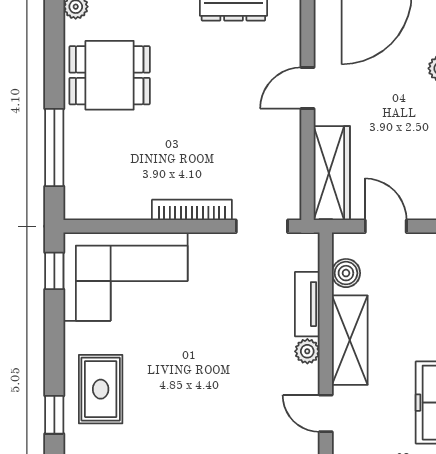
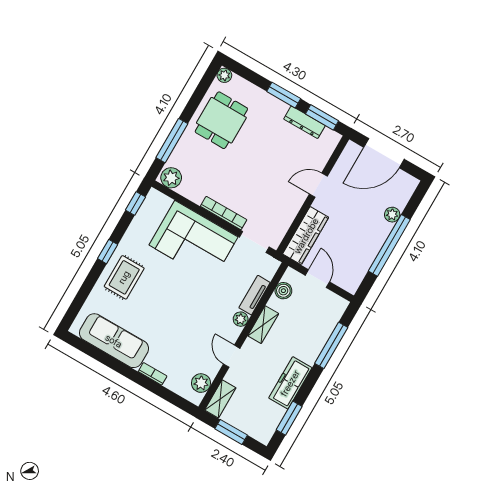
dining table: (110, 75) -> (221, 120), turned 90
plant: (85, 203) -> (171, 178), added
corner sofa: (125, 277) -> (193, 241), moved
shelving: (350, 340) -> (263, 325), width x0.67, depth x0.75
window: (54, 415) -> (108, 252), moved

